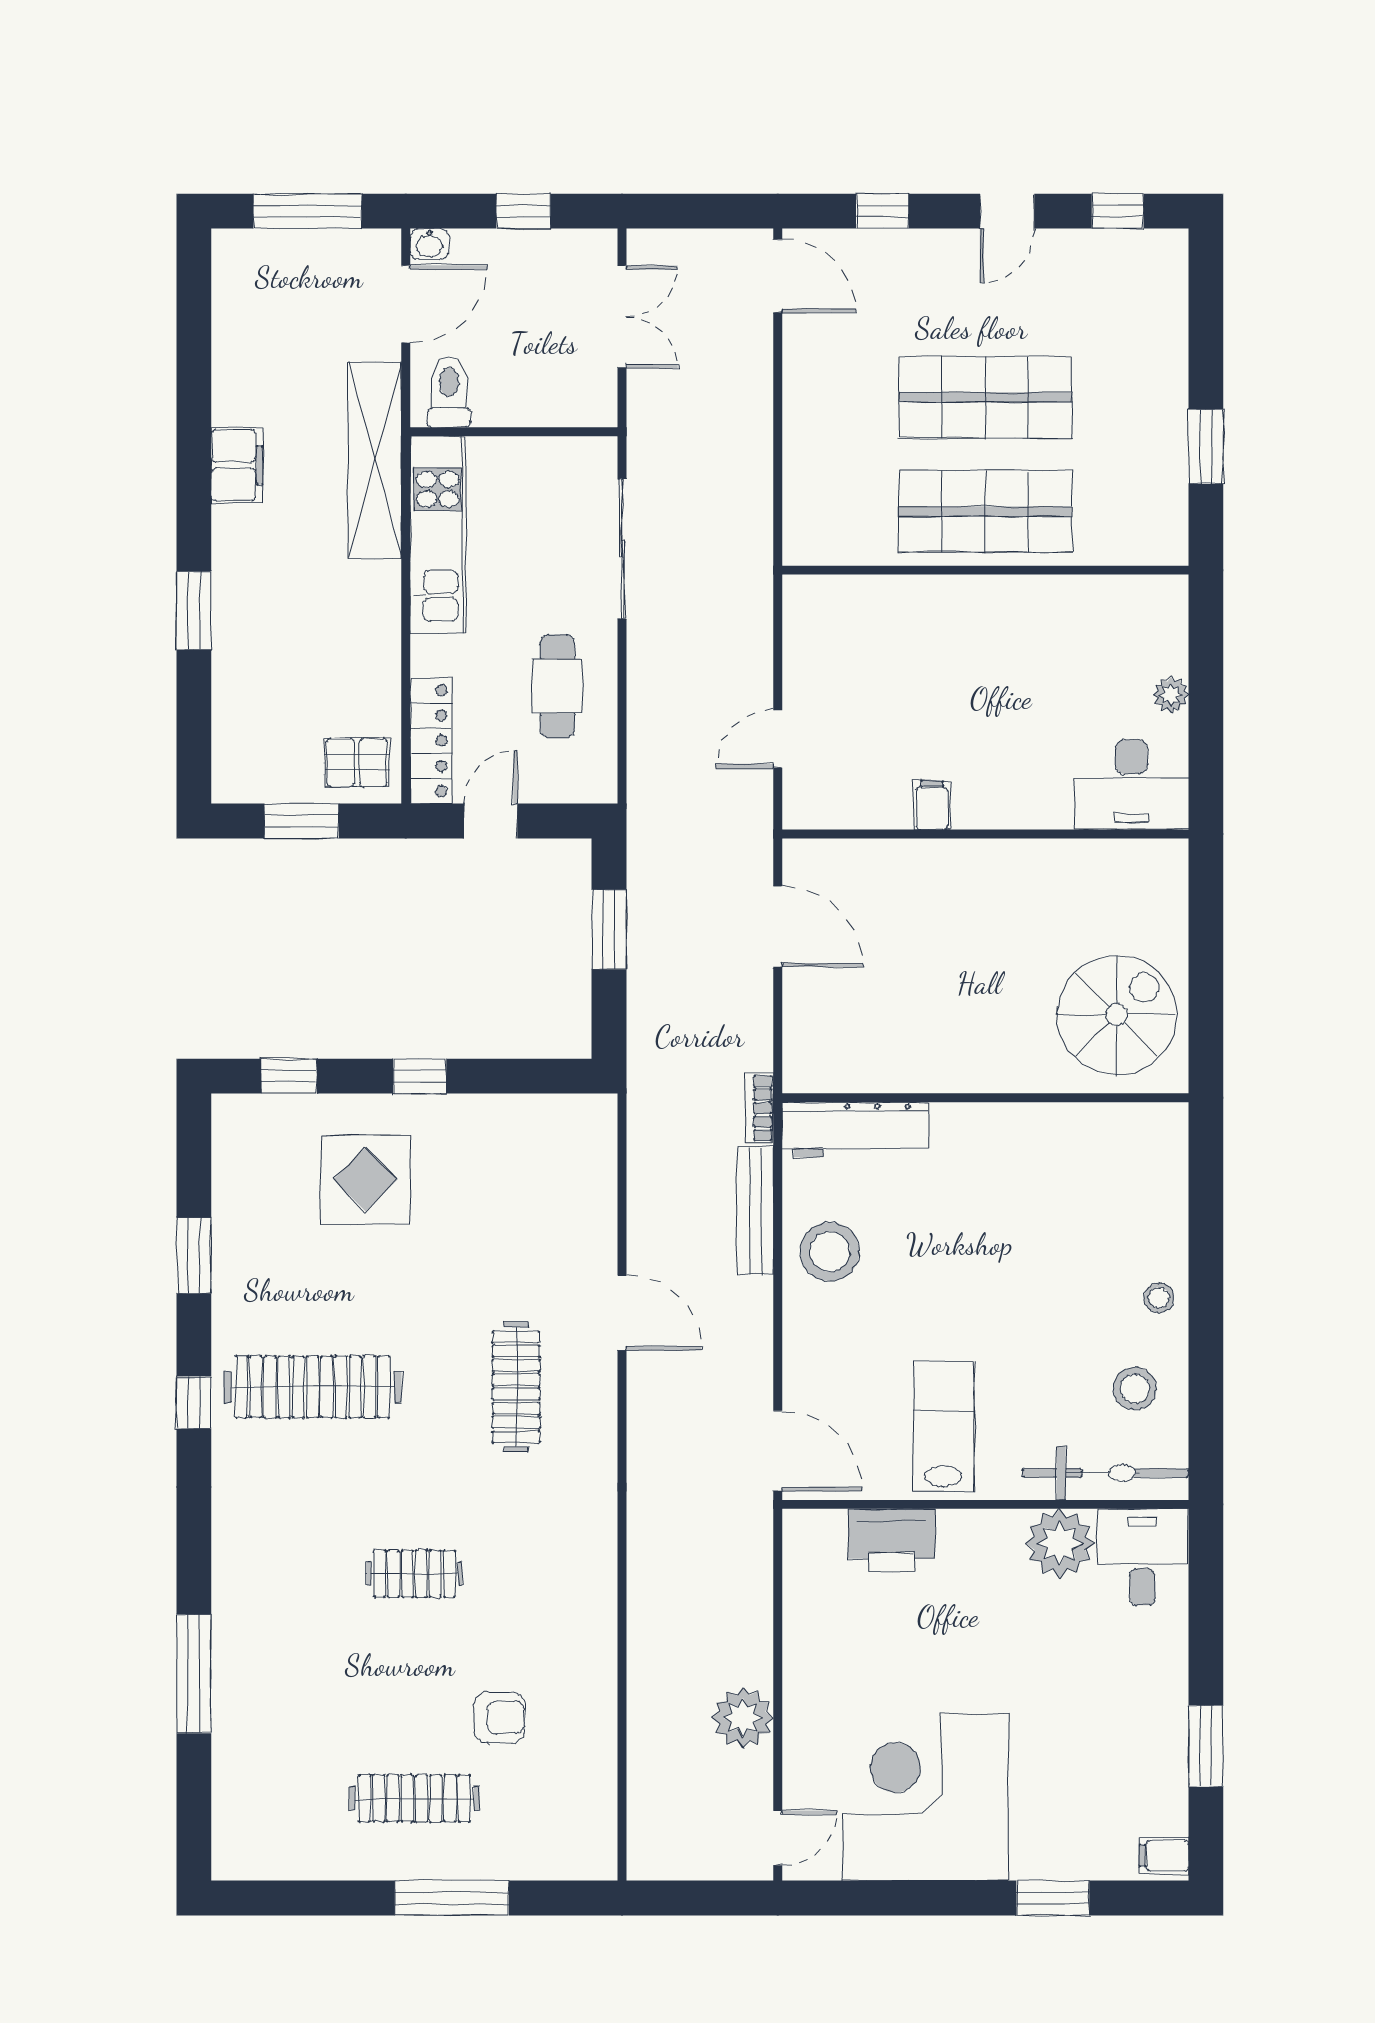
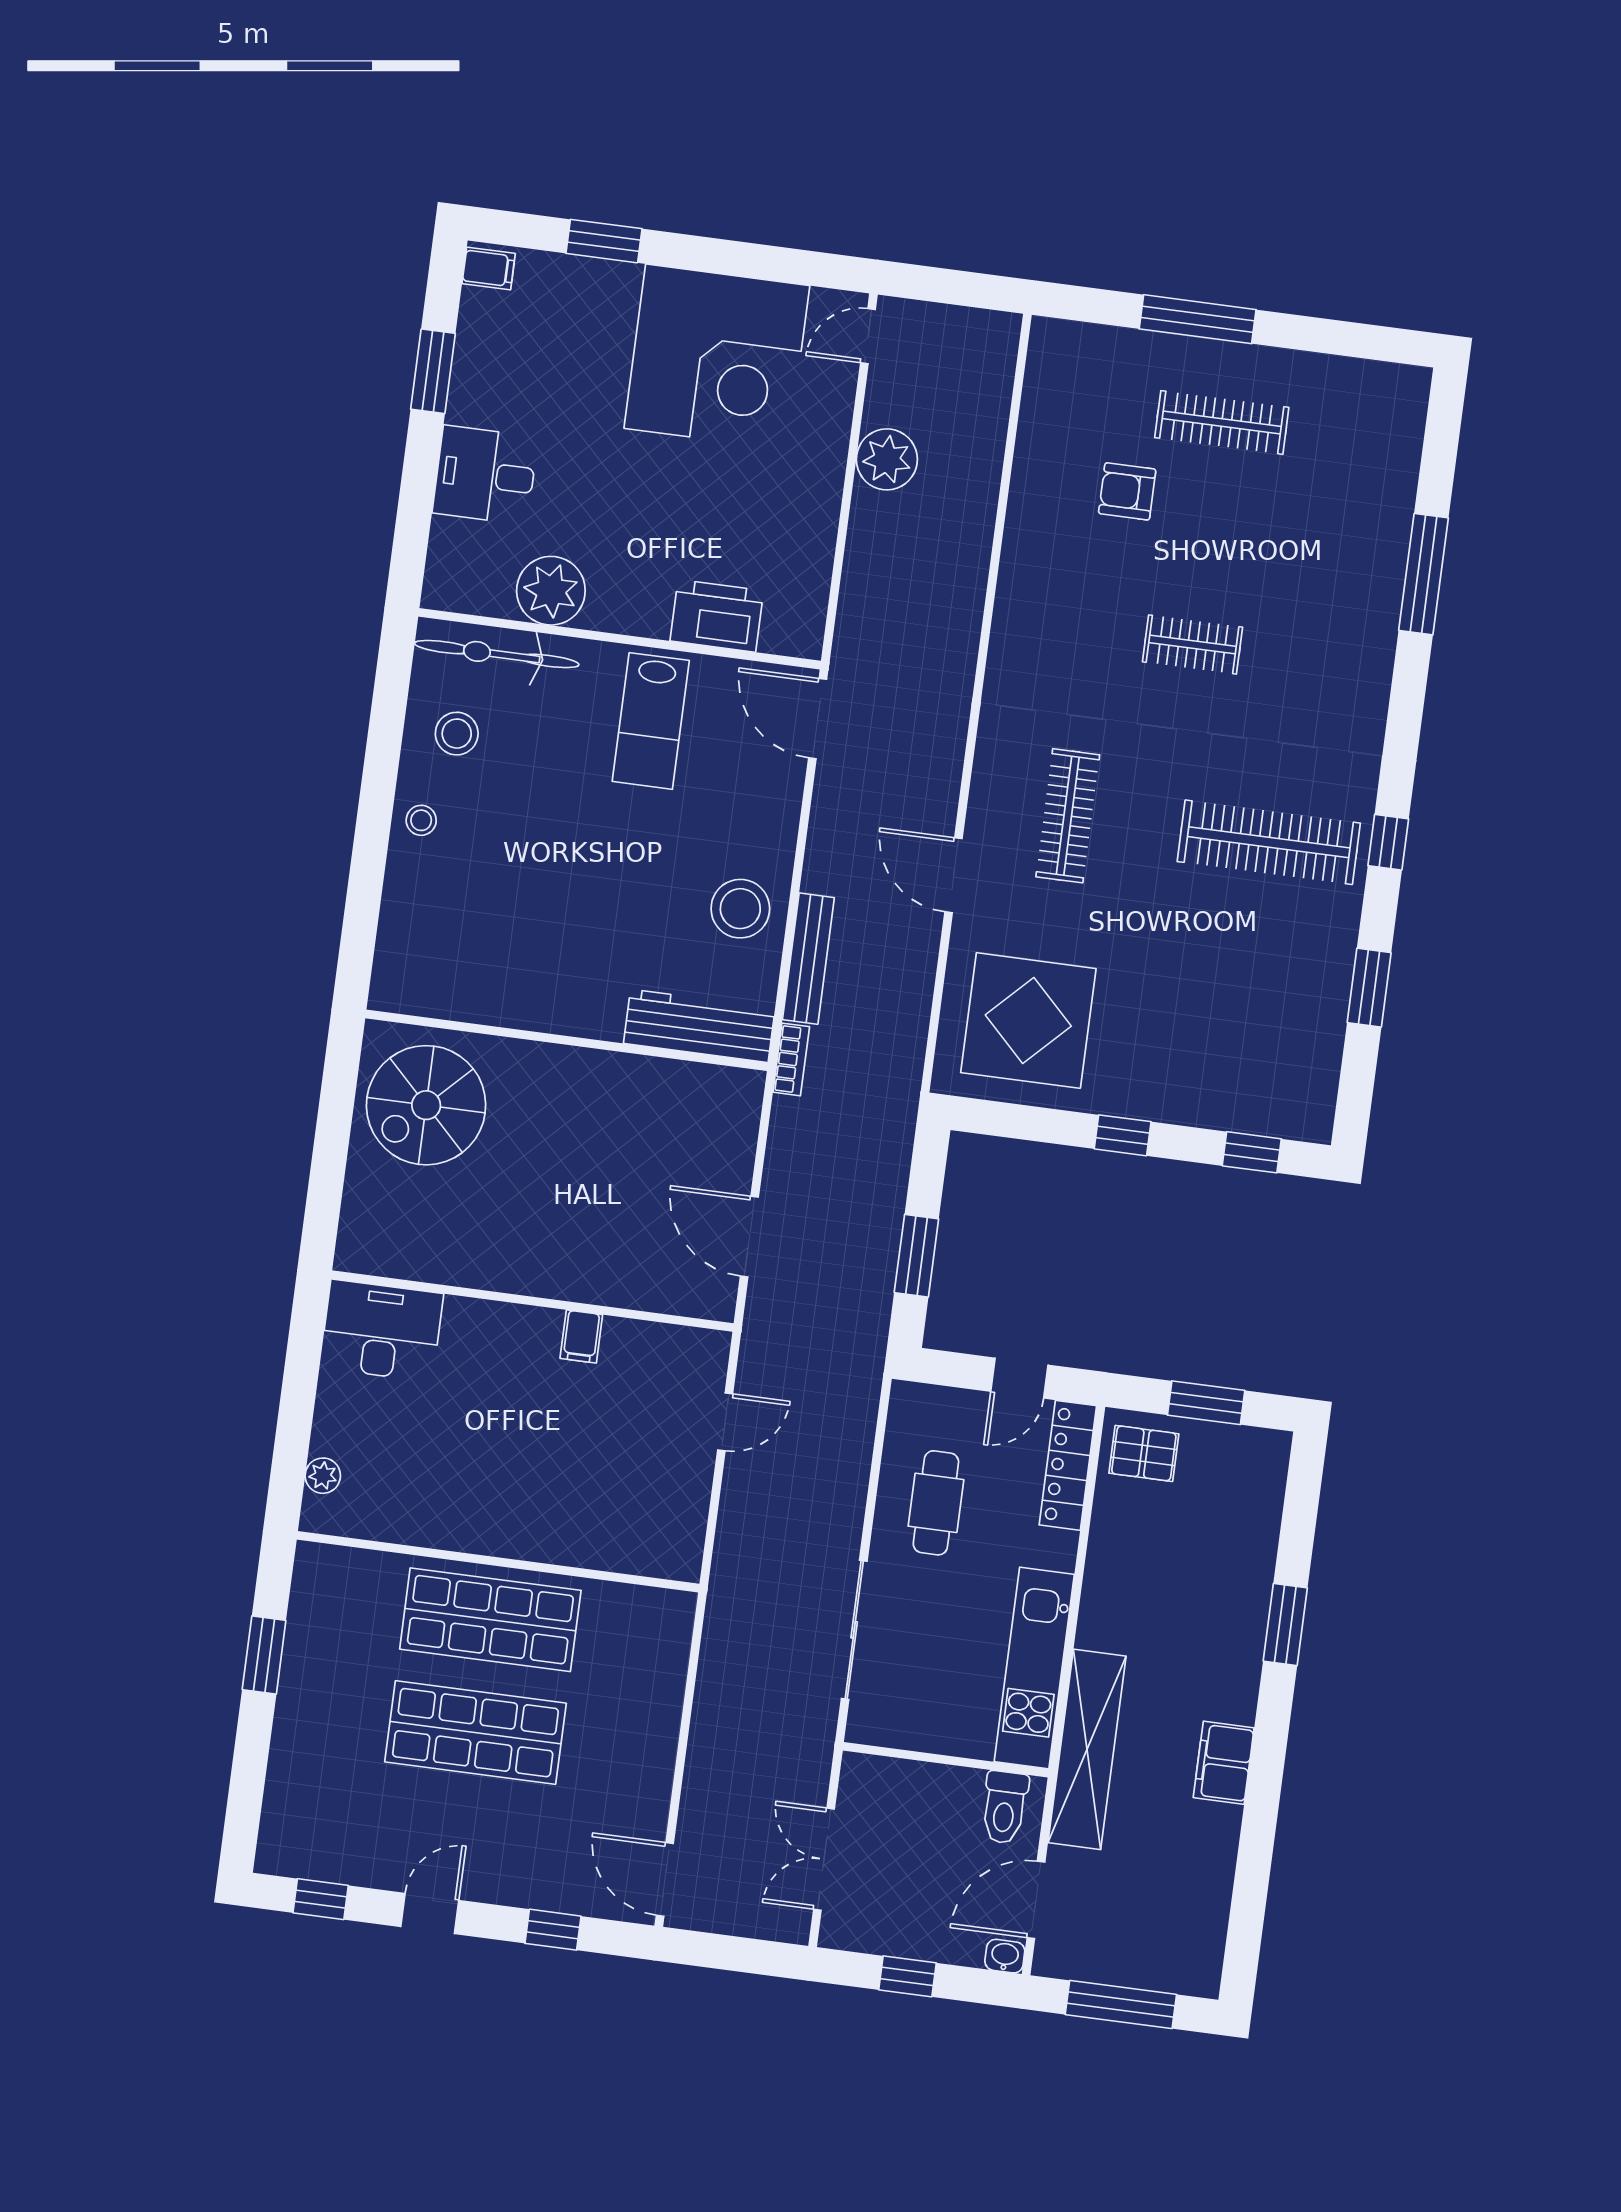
plant: (1171, 695) -> (323, 1476), moved
display table: (366, 1179) -> (1028, 1021), moved, width x1.36, depth x1.36
desk: (1142, 1557) -> (485, 475), moved, turned 90

